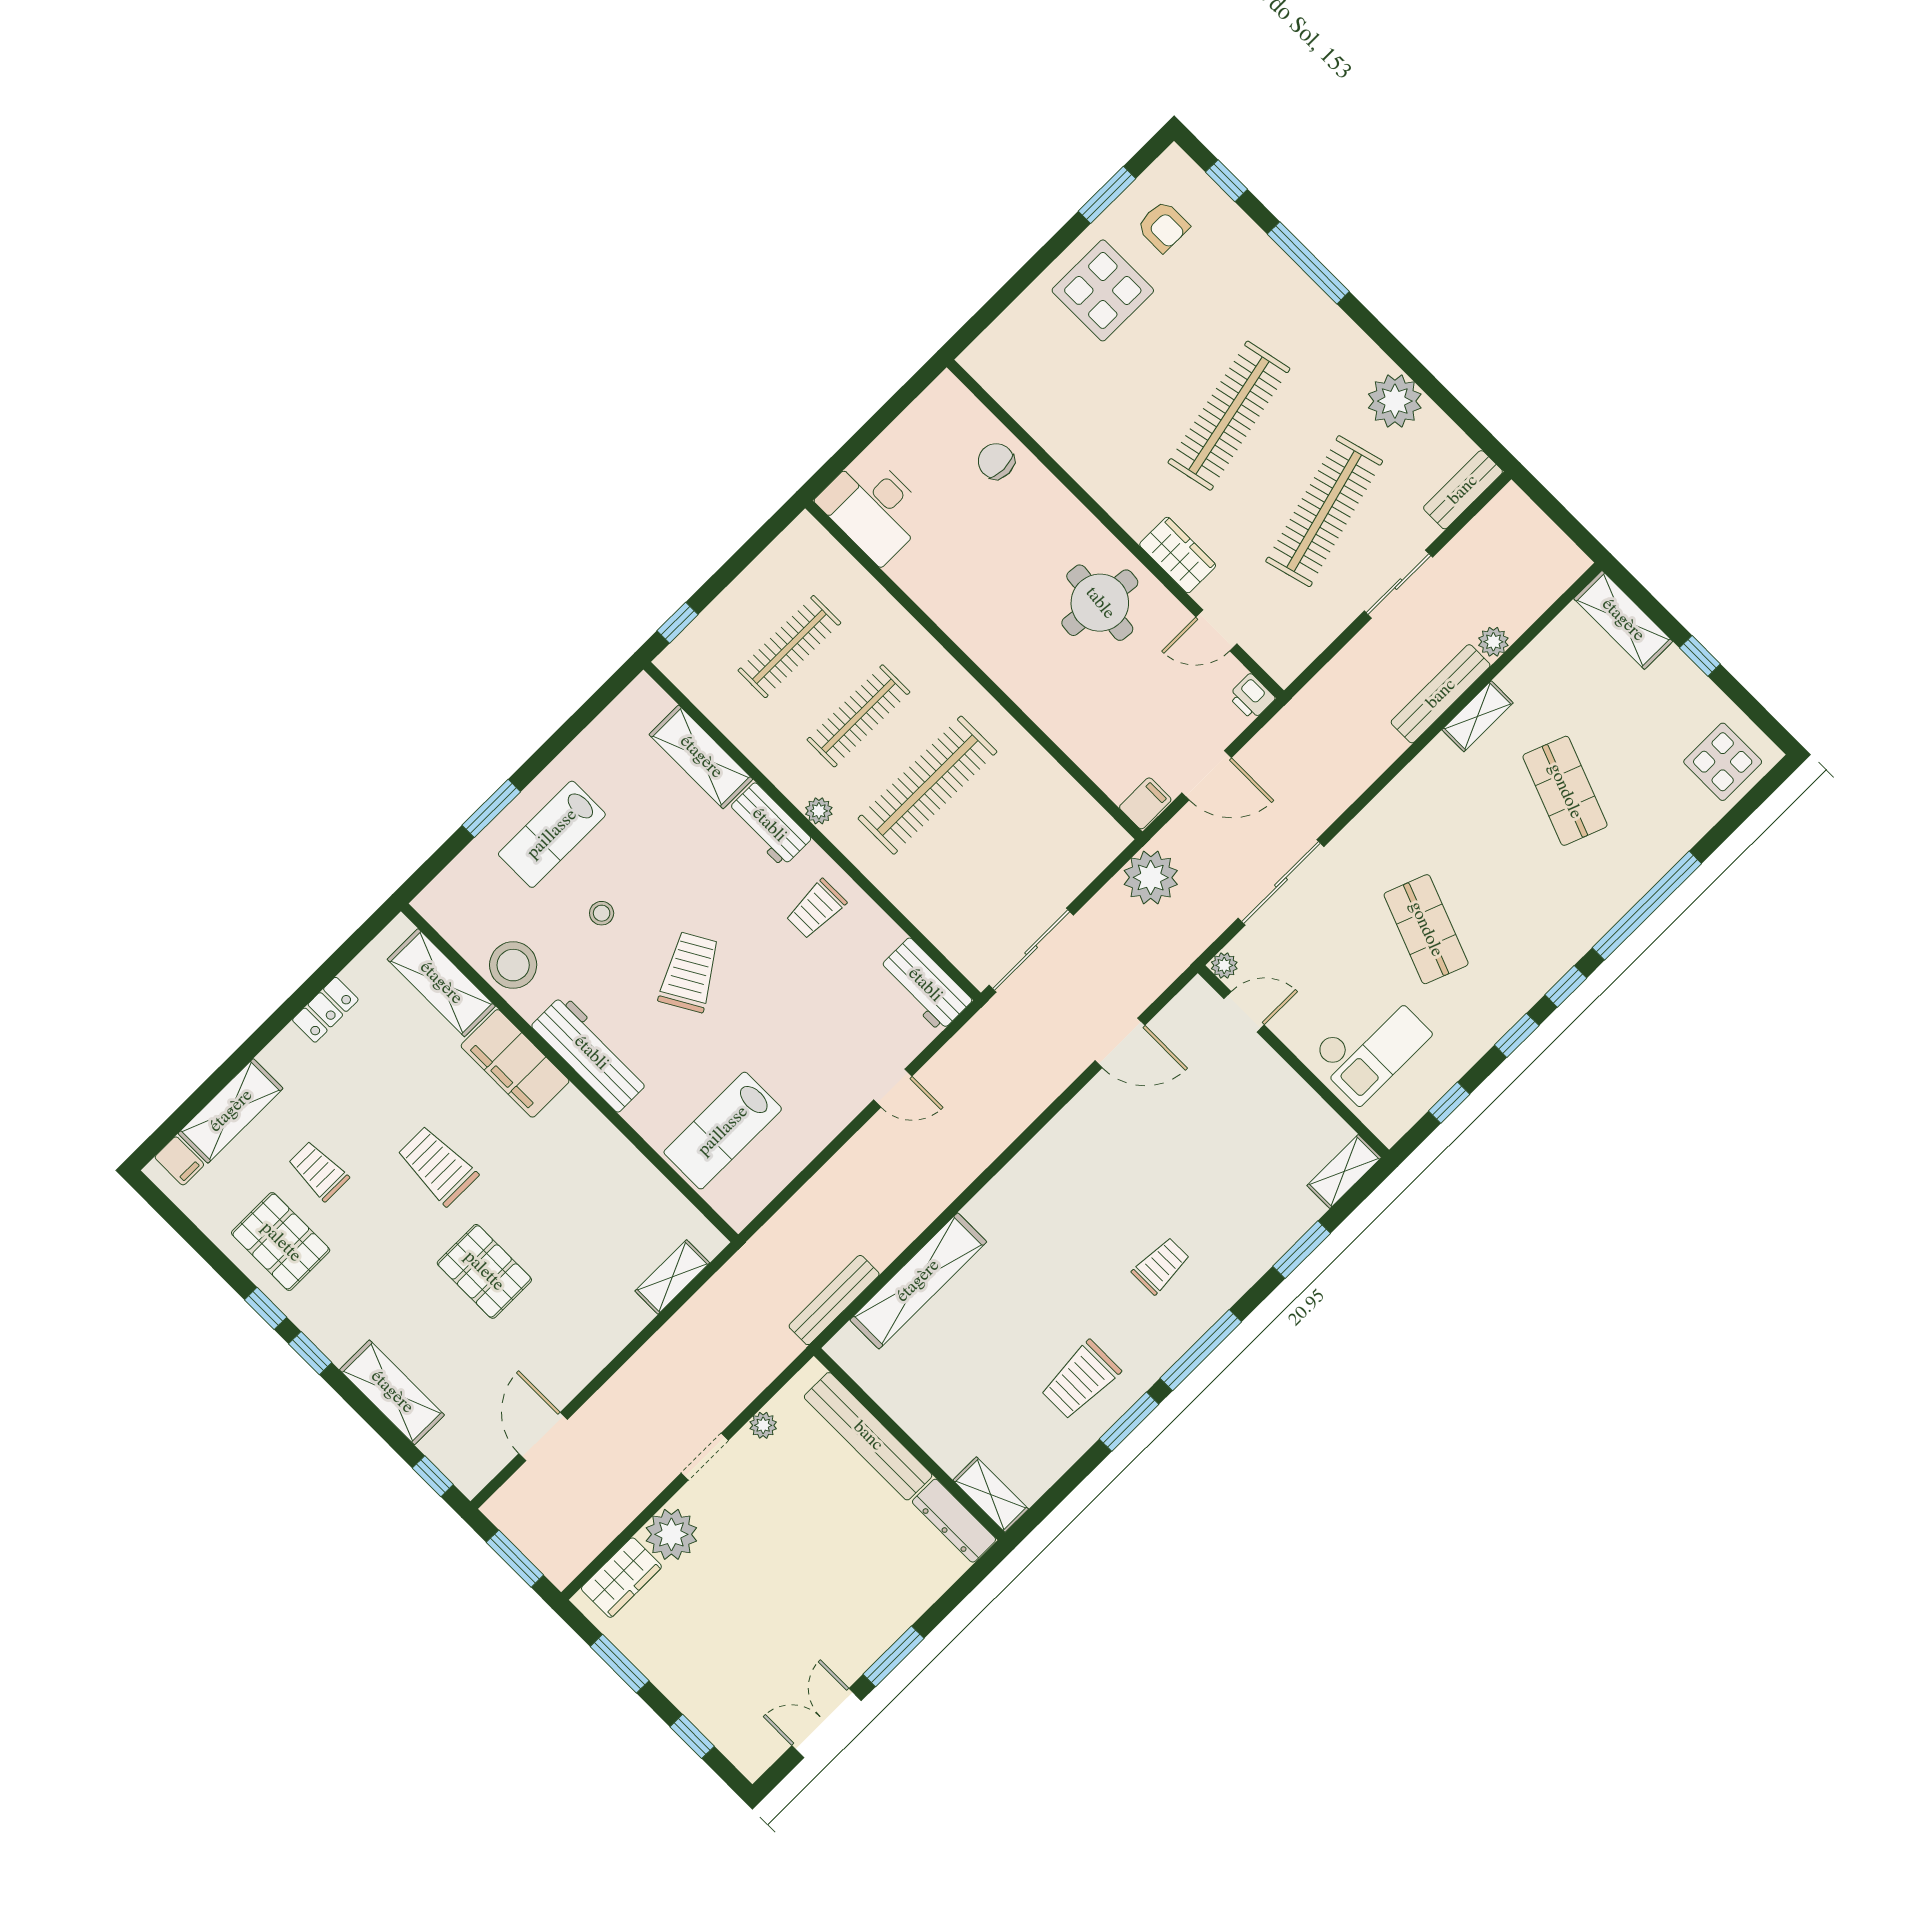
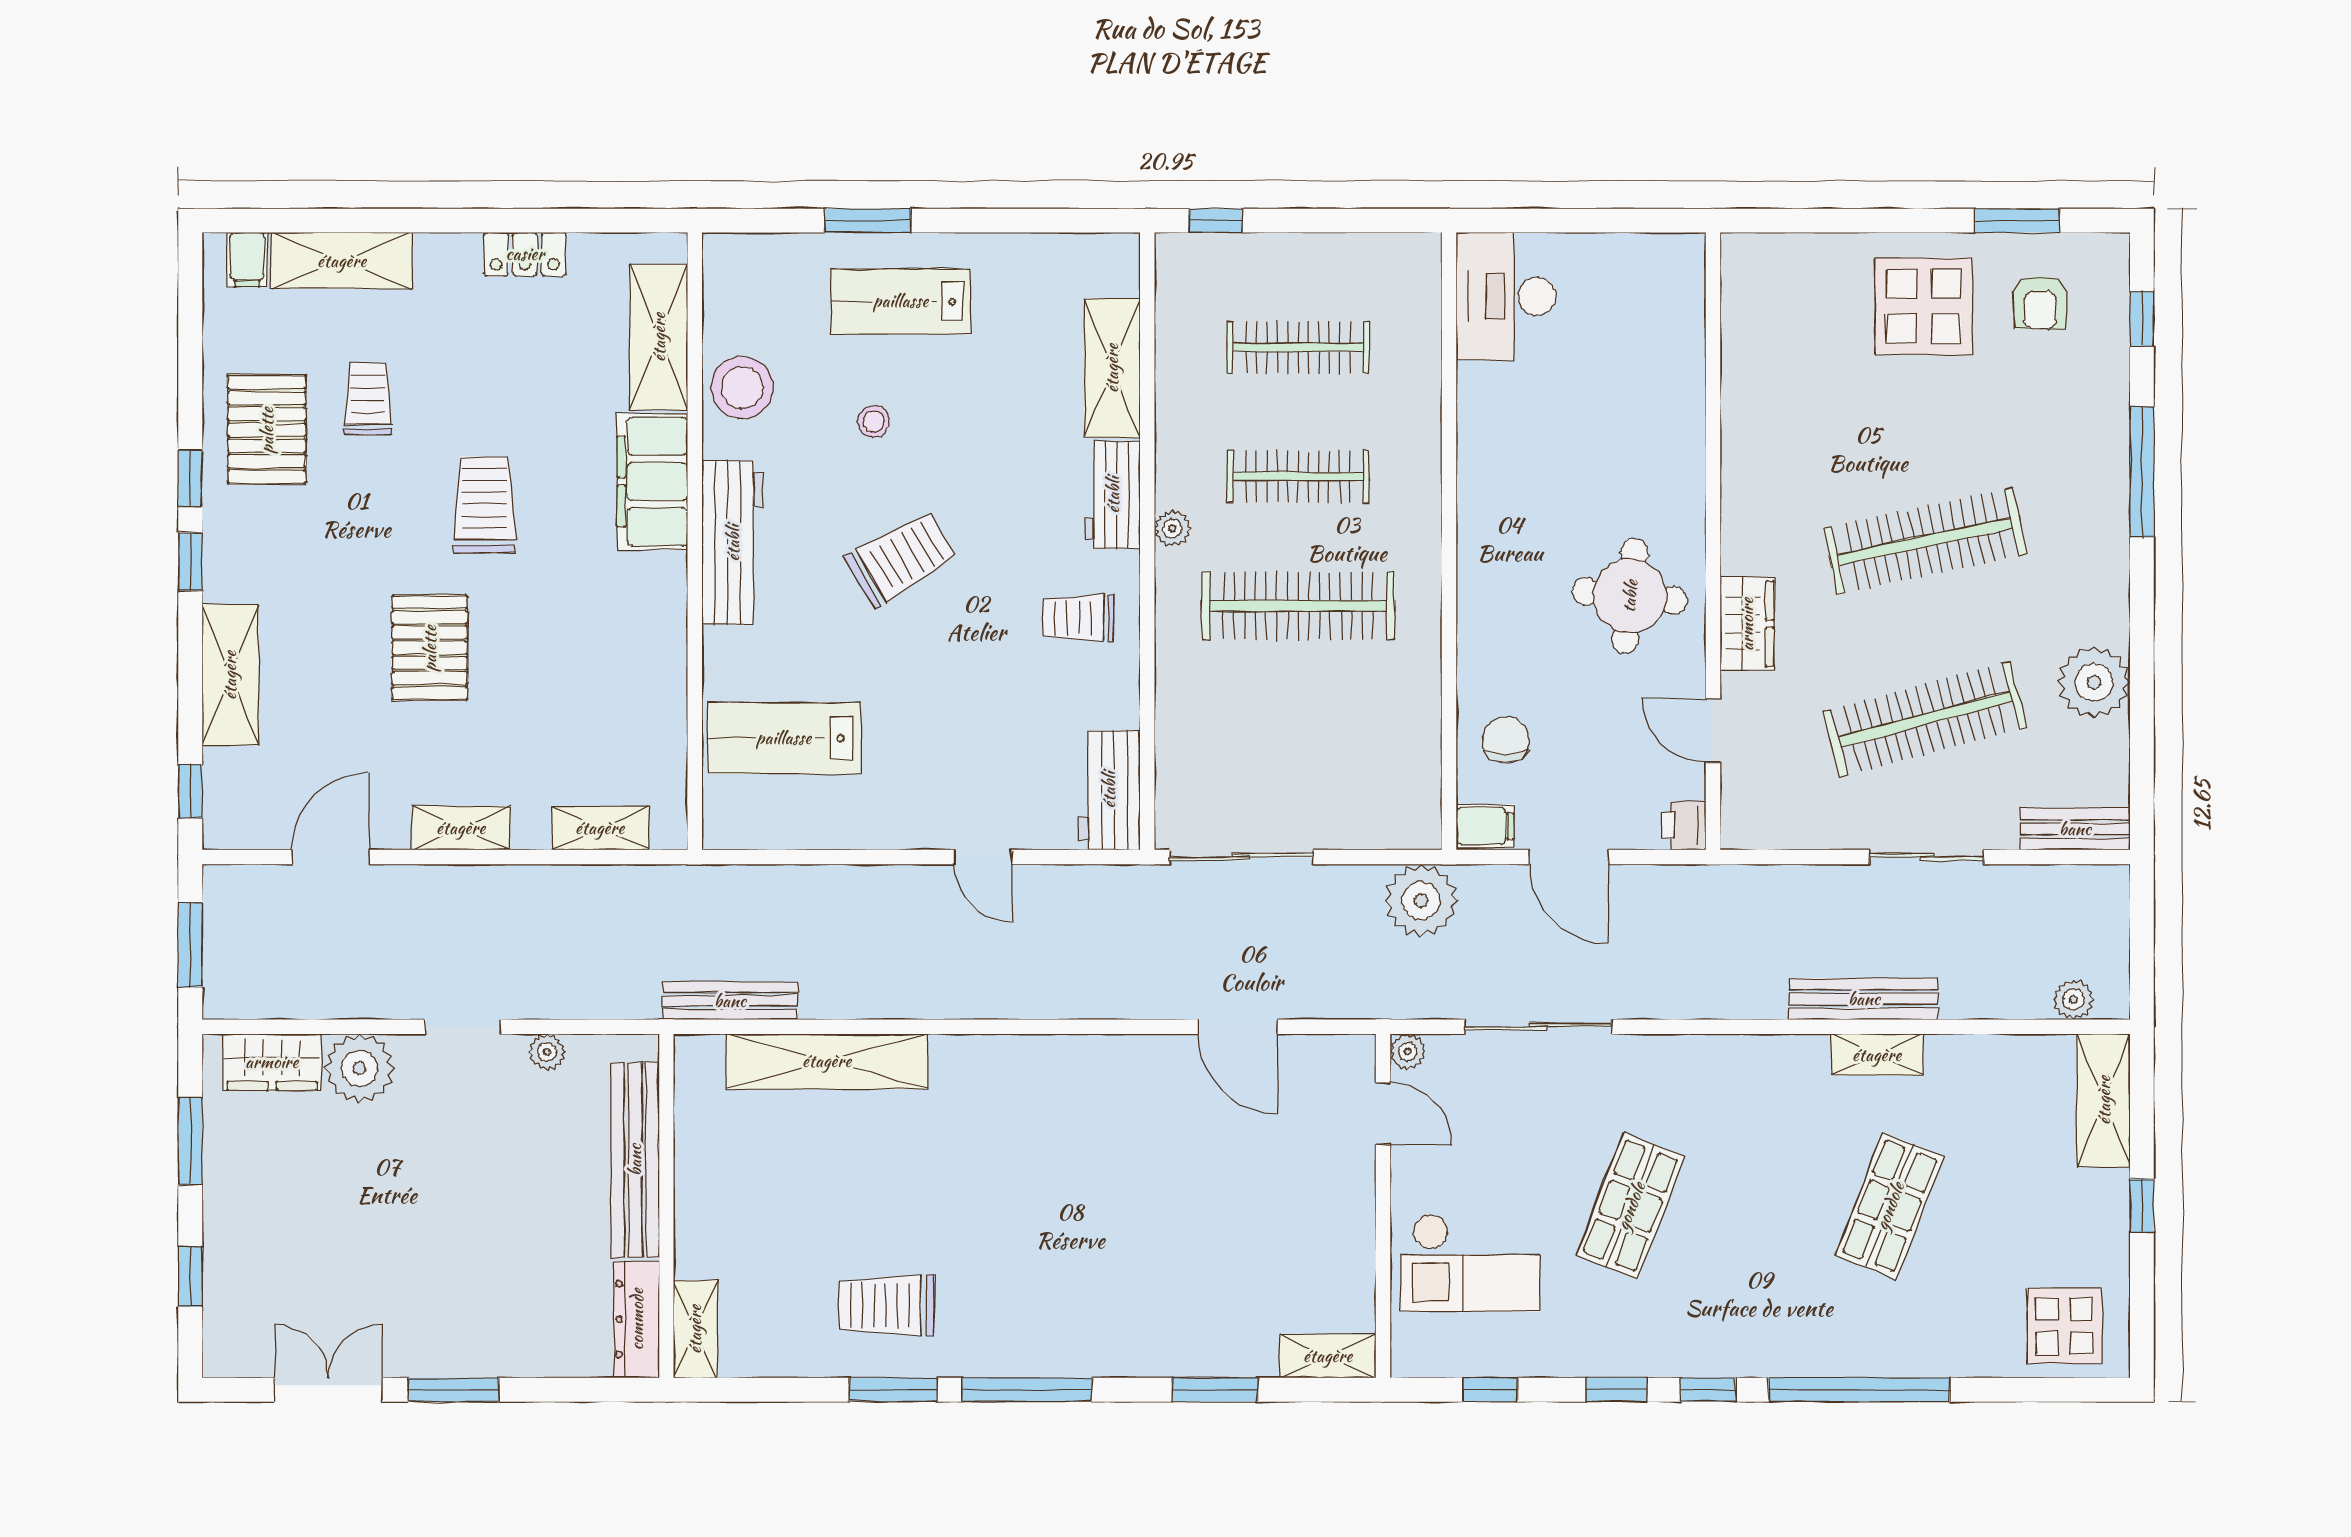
chair: (996, 461) -> (1506, 740), moved
plant: (1493, 642) -> (2073, 1000), moved
trolley: (1161, 1266) -> (1068, 1273), removed
shelving: (598, 1351) -> (461, 828), added

